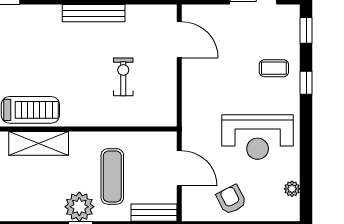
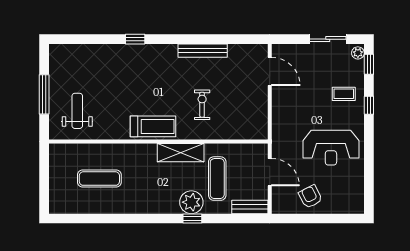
exercise bike: (123, 77) -> (202, 105), moved
shelving: (39, 143) -> (181, 153), moved
plant: (292, 189) -> (358, 53), moved

